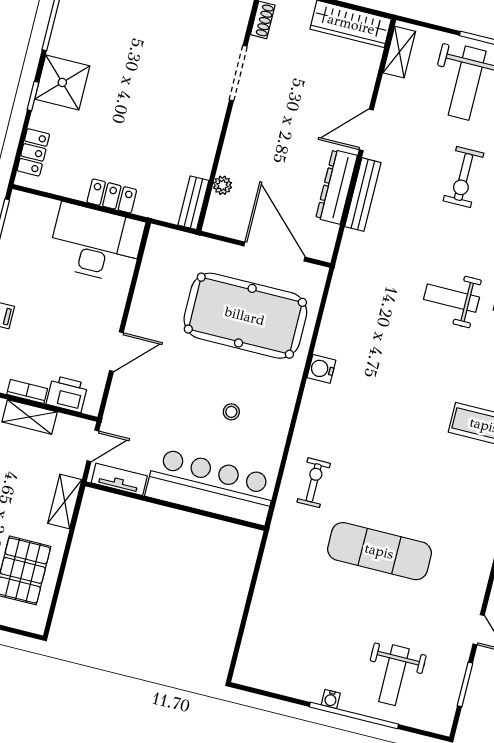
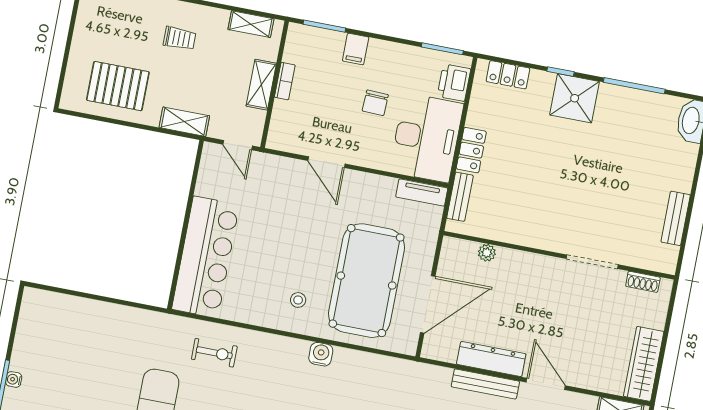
bench: (193, 203) -> (460, 197), moved, turned 90
chair: (56, 296) -> (375, 103), added
printer: (67, 394) -> (454, 83), moved, turned 180
stool: (231, 412) -> (298, 300), moved
tv unit: (119, 479) -> (422, 192), moved, turned 90

